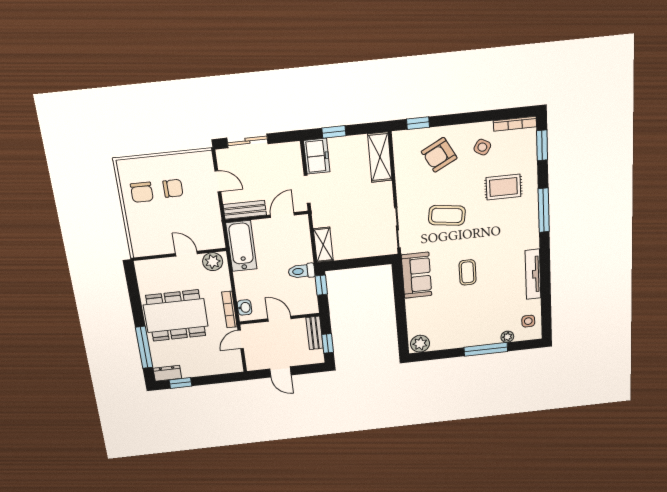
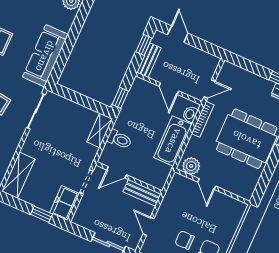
bathtub: (241, 246) -> (173, 141), moved
toilet: (302, 271) -> (119, 139), moved
sofa: (417, 275) -> (45, 56), width x1.36
door: (280, 372) -> (178, 34), moved

